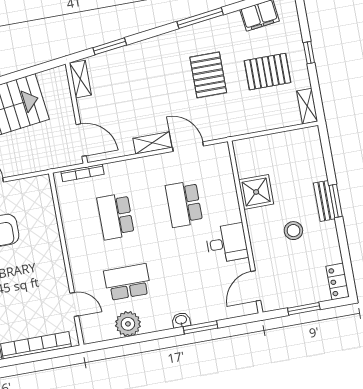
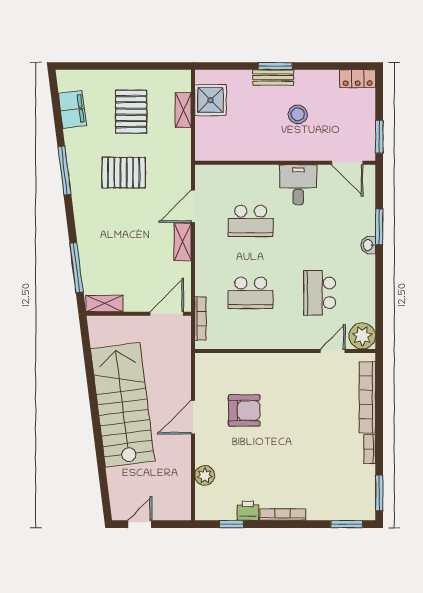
window: (110, 46) -> (77, 268), width x1.44
window: (309, 53) -> (119, 66), removed
shelving: (307, 106) -> (183, 110), moved, turned 90
shower: (256, 192) -> (211, 100), moved
window: (304, 309) -> (379, 137), moved
plant: (128, 324) -> (362, 336), moved

